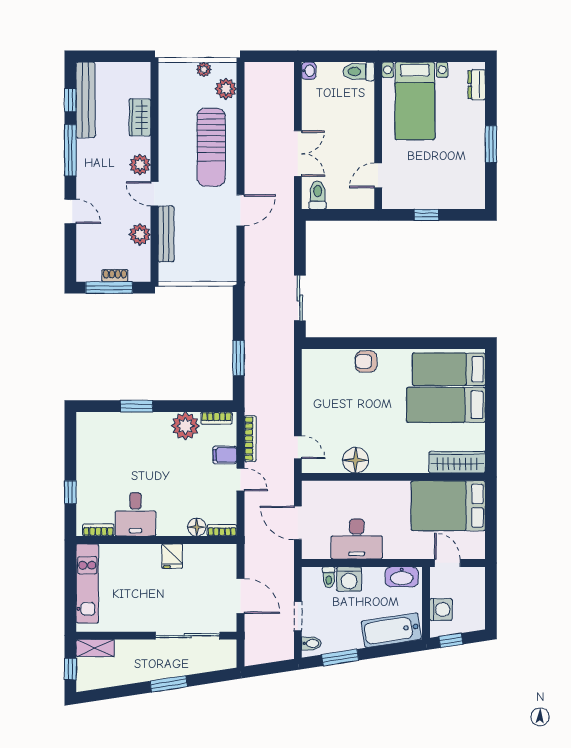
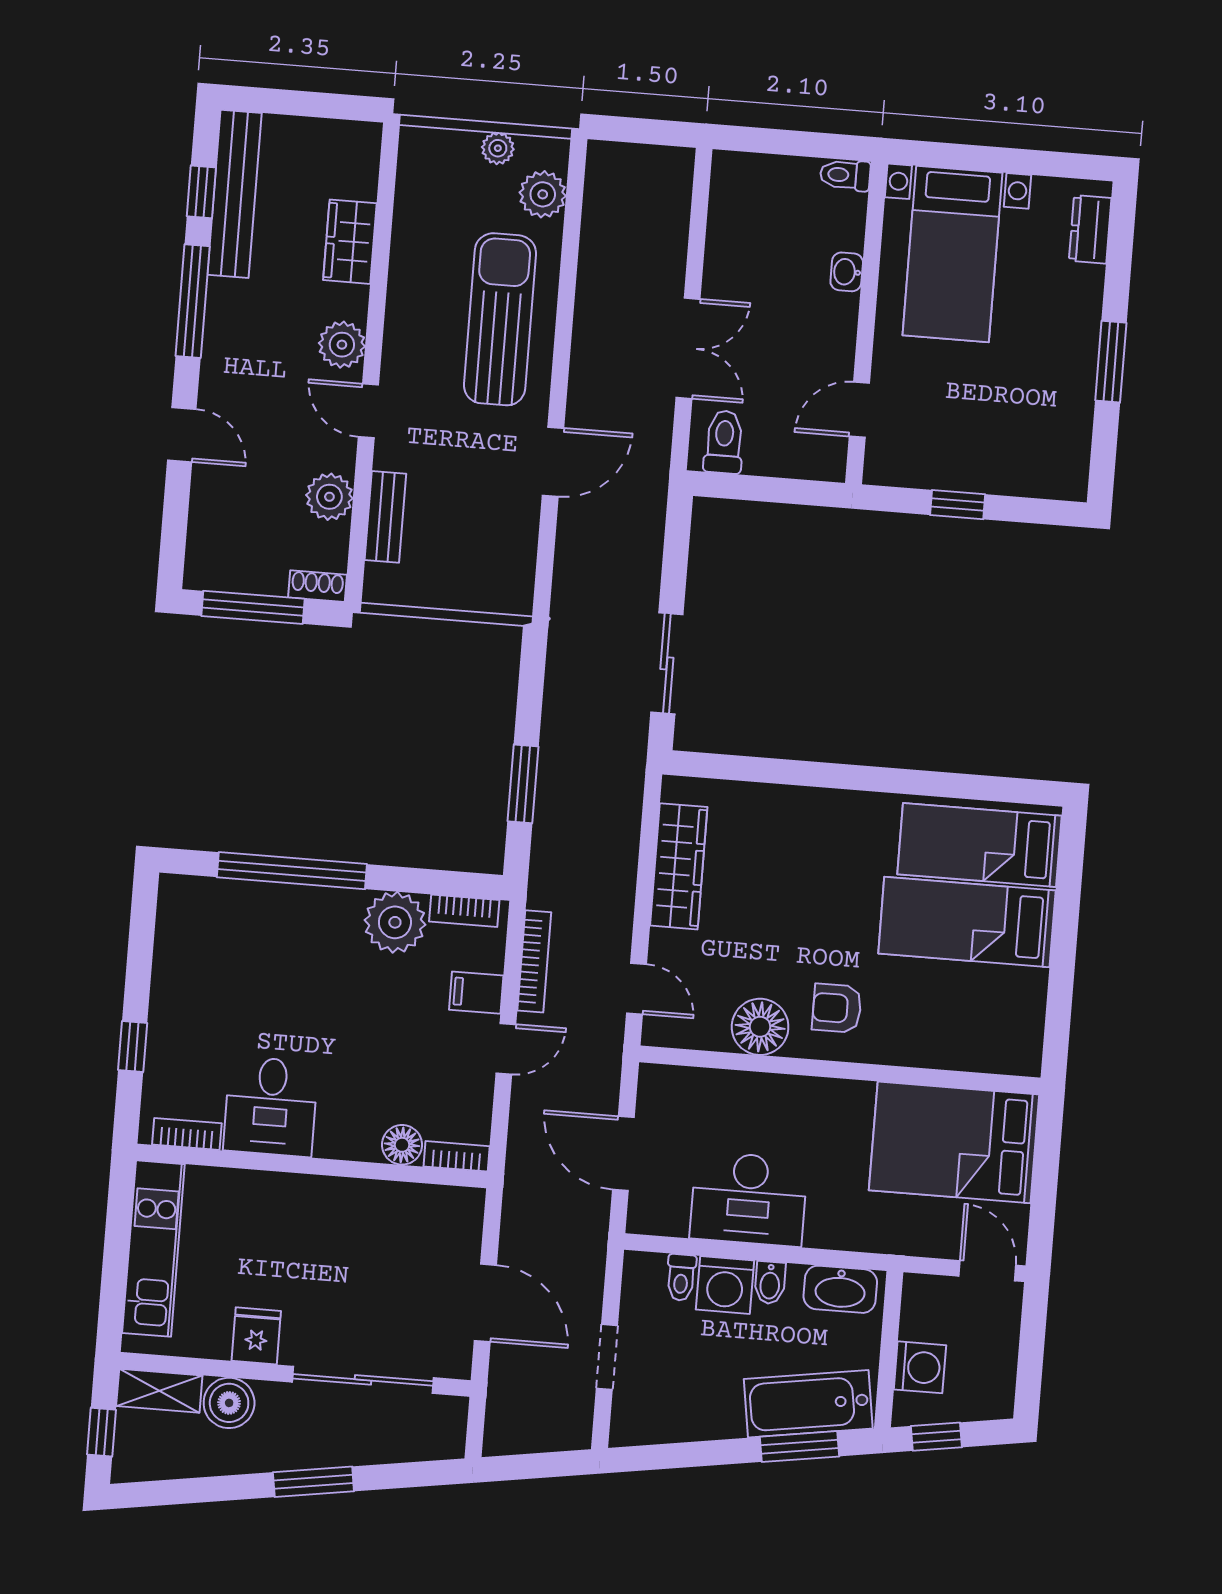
washbasin: (309, 71) -> (847, 272), moved, turned 180
toilet: (359, 71) -> (845, 175), width x0.73, depth x0.72
sun lounger: (211, 147) -> (500, 319), turned 180
bench: (166, 234) -> (385, 517), width x0.73
shoe rack: (115, 276) -> (317, 586), moved
armchair: (366, 362) -> (837, 1008), moved
window: (136, 406) -> (292, 871), width x2.11
wardrobe: (457, 462) -> (679, 866), moved, turned 90
door: (241, 479) -> (506, 1049), hinge flipped
fridge: (172, 556) -> (256, 1336), moved, turned 180
door: (447, 563) -> (987, 1271), moved
bidet: (311, 643) -> (770, 1283), moved, turned 90
boiler: (127, 651) -> (229, 1403), added
window: (340, 657) -> (800, 1447), moved

